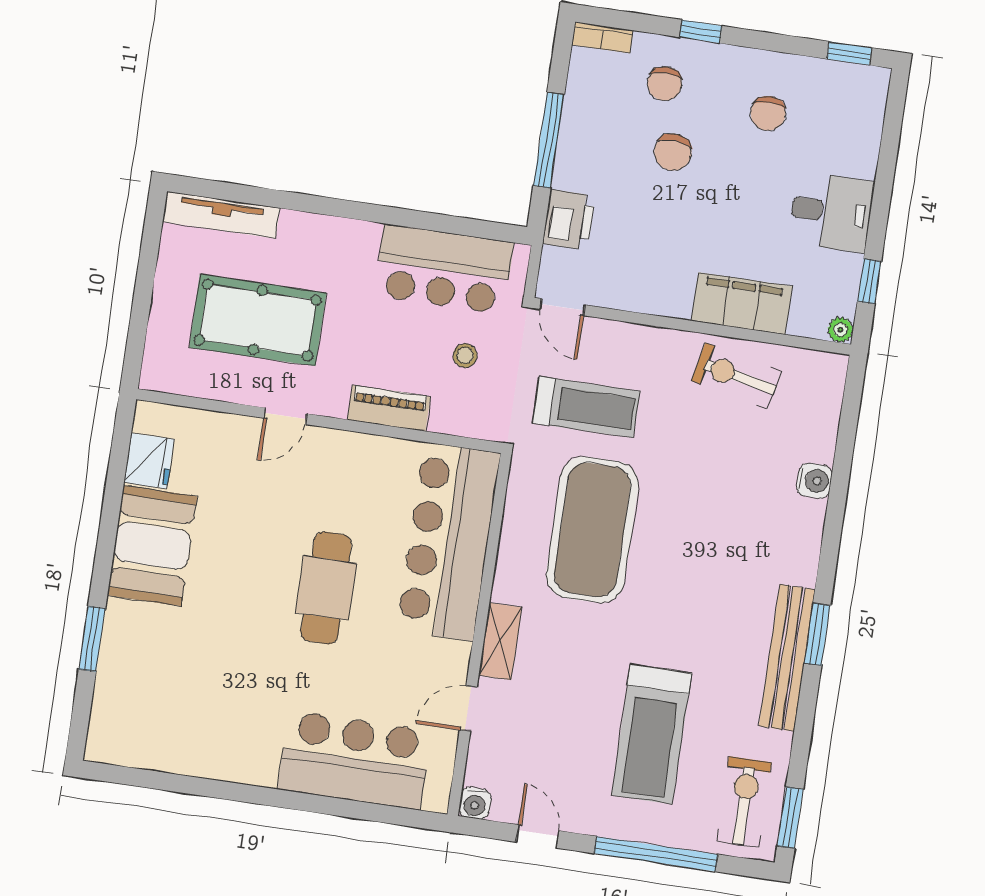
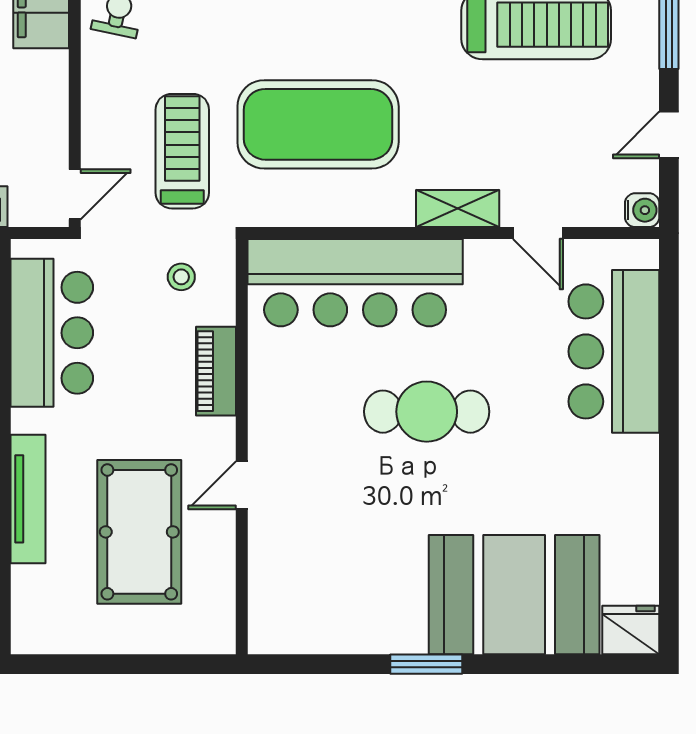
tv unit: (221, 215) -> (28, 499), moved
stool: (465, 356) -> (181, 277), moved
door: (285, 416) -> (242, 485), swing flipped
fridge: (149, 461) -> (631, 630), moved
booth: (152, 546) -> (514, 595), moved, width x1.36, depth x1.42
window: (92, 639) -> (426, 664), moved

